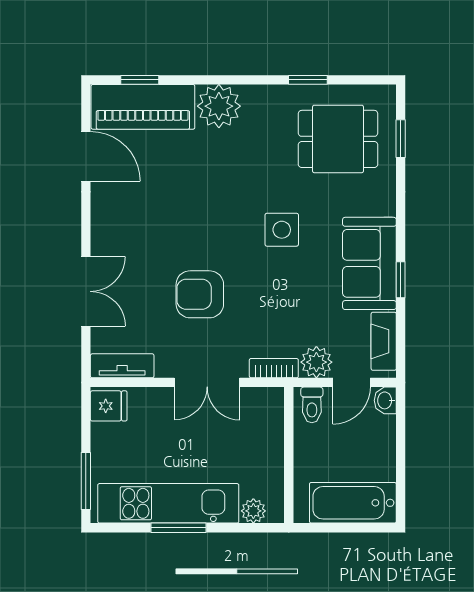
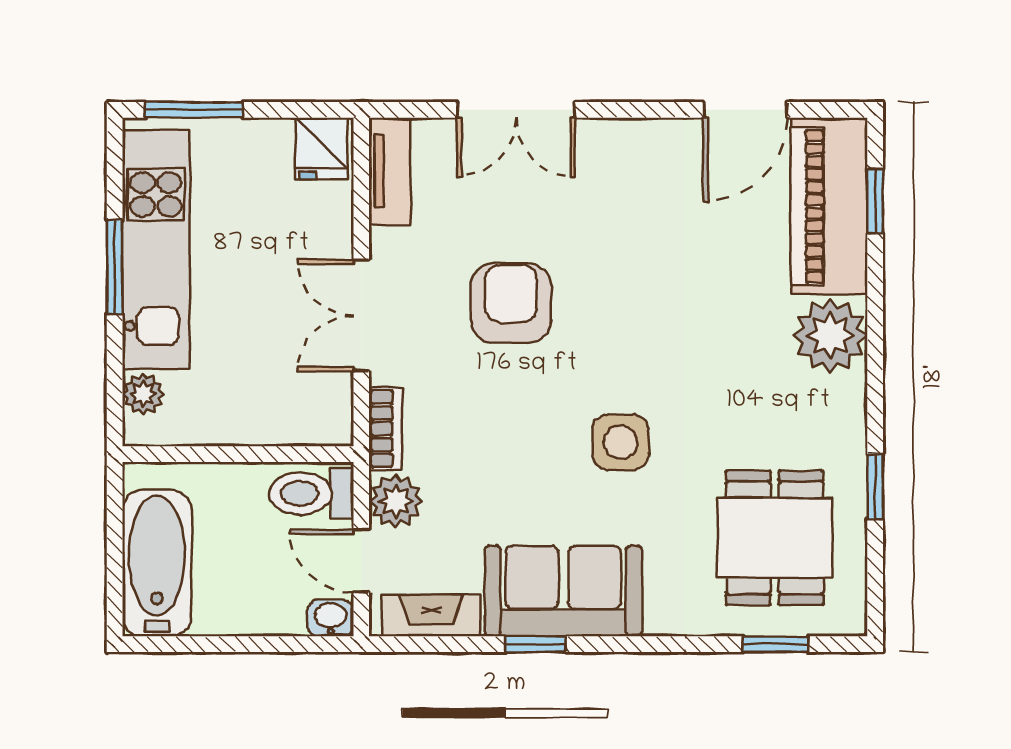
toilet: (312, 405) -> (311, 493), width x1.37, depth x1.39

